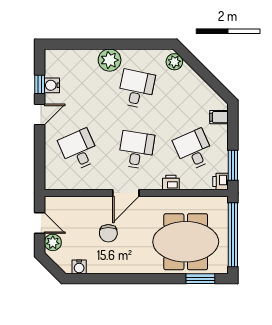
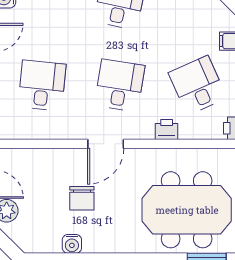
desk: (79, 150) -> (42, 85), turned 30
water cooler: (79, 267) -> (72, 244), moved

